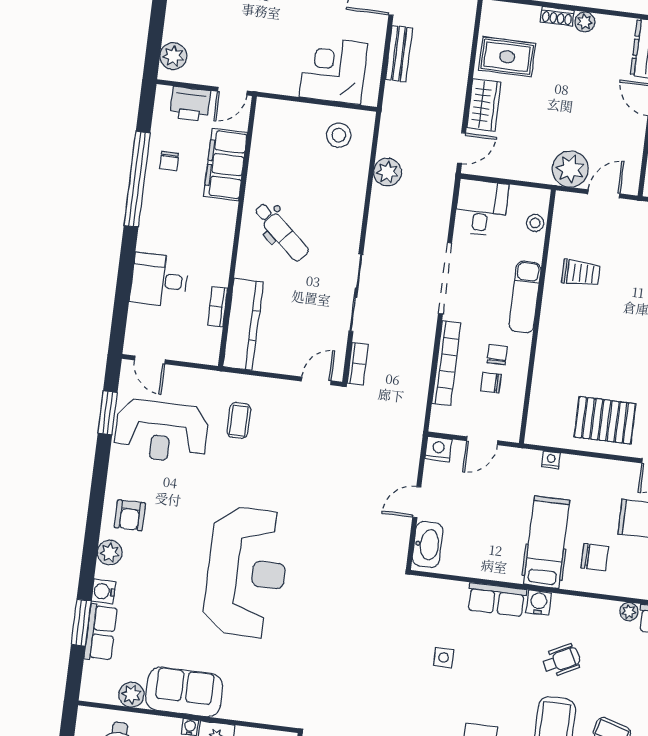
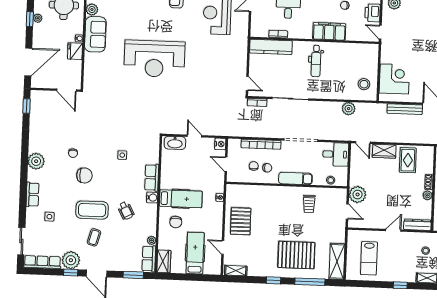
bench: (399, 54) -> (405, 109), width x1.36
filing cabinet: (225, 164) -> (329, 31), moved
dental chair: (281, 232) -> (316, 61), turned -41
coffee table: (239, 420) -> (225, 49), removed

